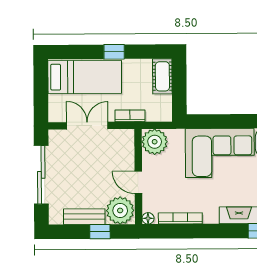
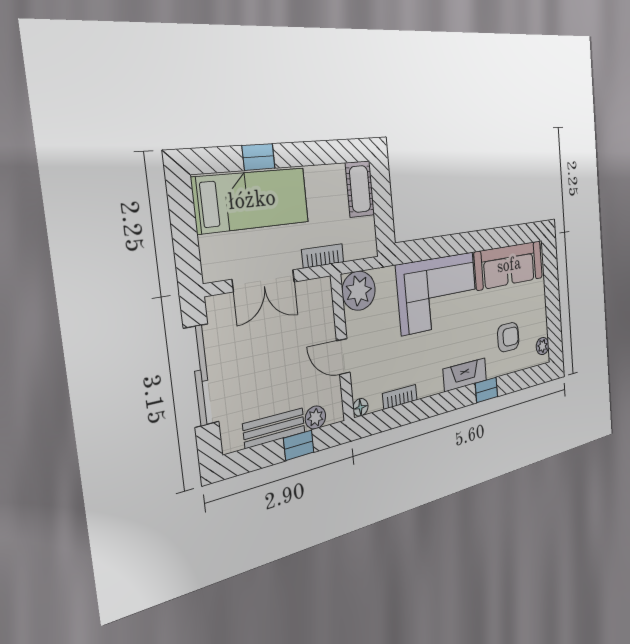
window: (114, 52) -> (259, 157), moved
double door: (87, 126) -> (264, 281), swing flipped
plant: (120, 210) -> (315, 417), width x0.53, depth x0.53
bookcase: (180, 218) -> (400, 397), width x0.64

